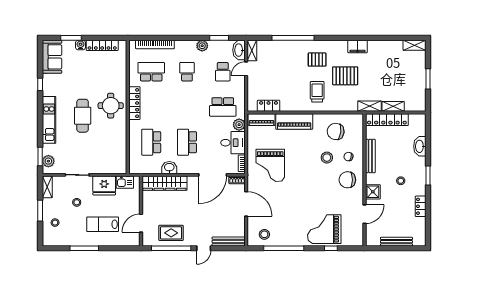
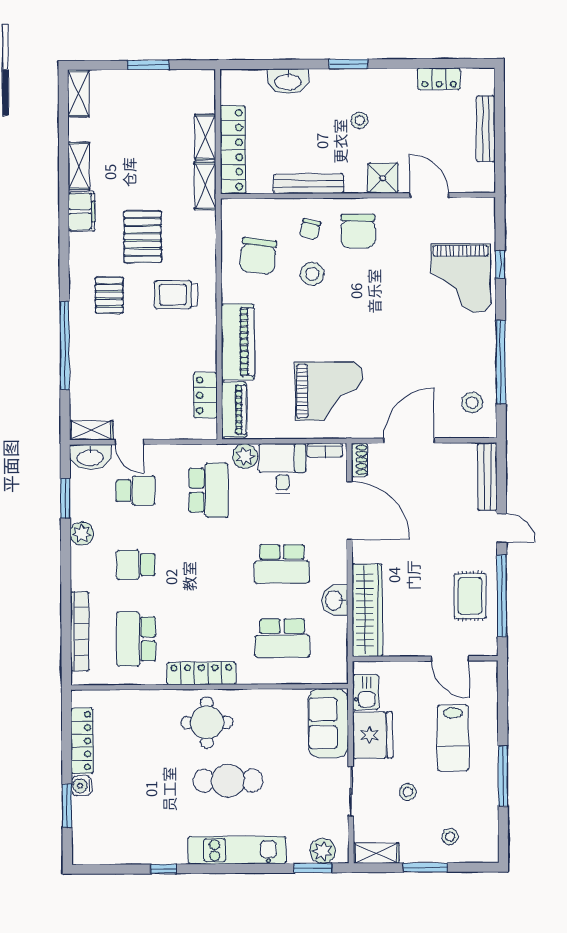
shelving: (379, 45) -> (79, 166), added
sofa: (52, 57) -> (328, 723), moved, turned -90
locker: (421, 206) -> (439, 79), moved

